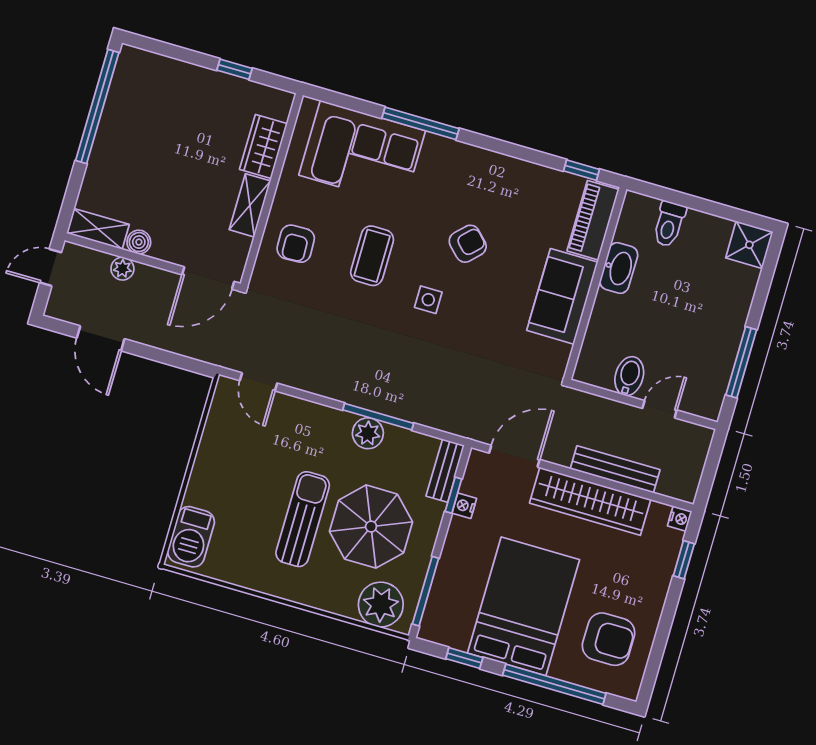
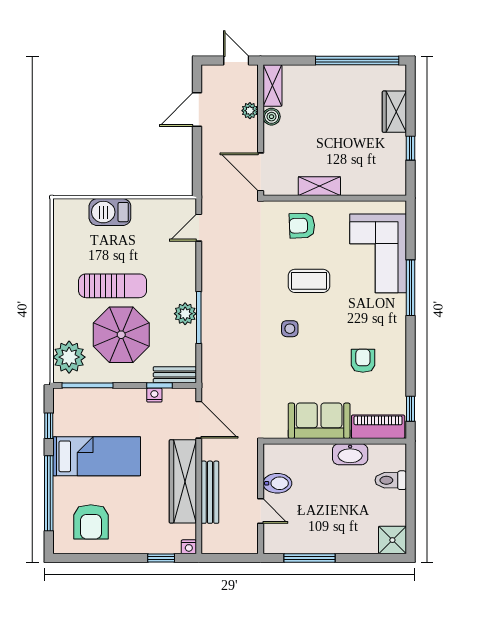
wardrobe: (263, 146) -> (394, 112), moved, turned -90
armchair: (468, 244) -> (363, 361), moved, turned -135
barbecue: (191, 537) -> (110, 212), moved
bed: (524, 606) -> (97, 456), width x0.67

